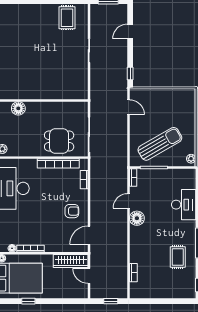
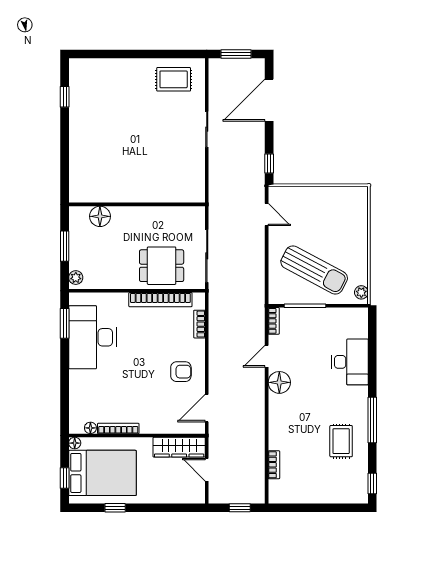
rug: (67, 18) -> (174, 79), turned 90
door: (130, 32) -> (269, 100), width x1.88
sun lounger: (160, 144) -> (314, 270), turned 58

